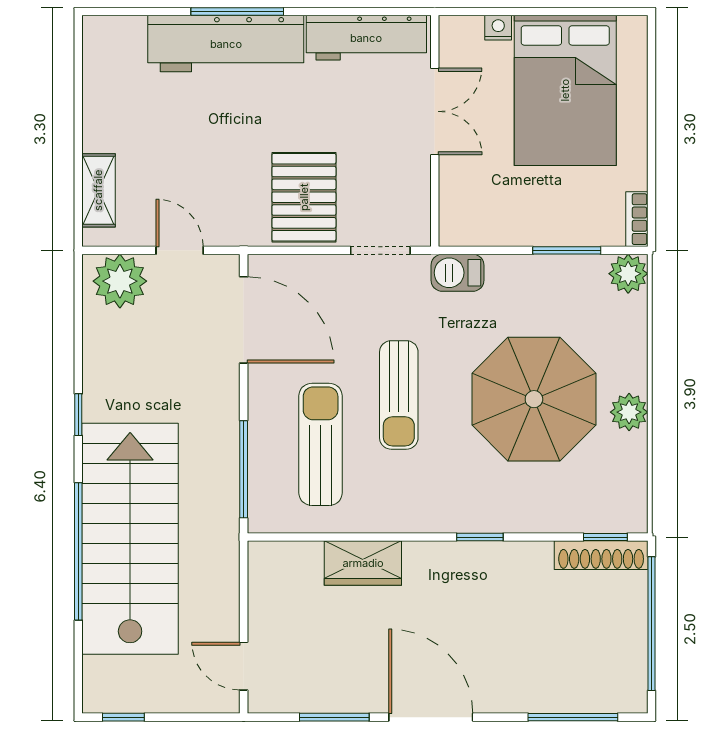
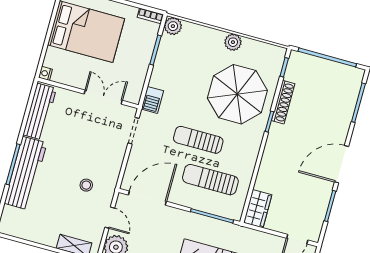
nightstand: (498, 28) -> (45, 73), moved
double door: (435, 111) -> (103, 97), moved
stool: (236, 181) -> (86, 185), added
pallet: (304, 197) -> (101, 157), removed
door: (180, 250) -> (110, 218), swing flipped
sun lounger: (399, 395) -> (198, 140), turned 180
parasol: (534, 399) -> (237, 94), moved
shoe rack: (601, 555) -> (283, 102), moved
wardrobe: (363, 563) -> (258, 209), moved

